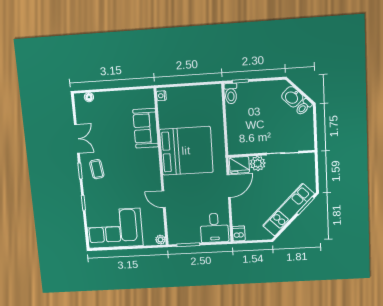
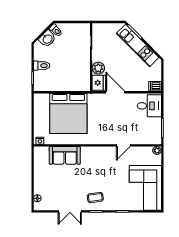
toilet: (231, 93) -> (42, 66), moved
double door: (77, 139) -> (70, 211), swing flipped
bed: (186, 151) -> (68, 113), moved, turned 180

